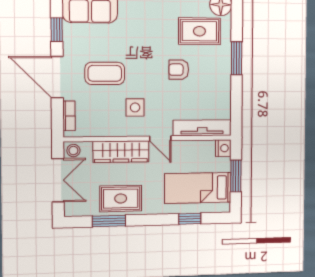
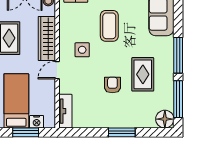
rug: (199, 31) -> (143, 74), moved
tv unit: (202, 128) -> (65, 111), width x0.71
nightstand: (223, 148) -> (37, 122), moved

